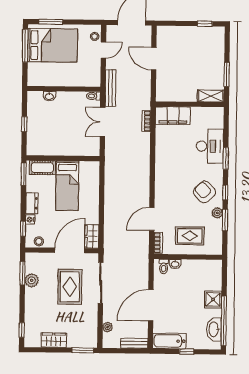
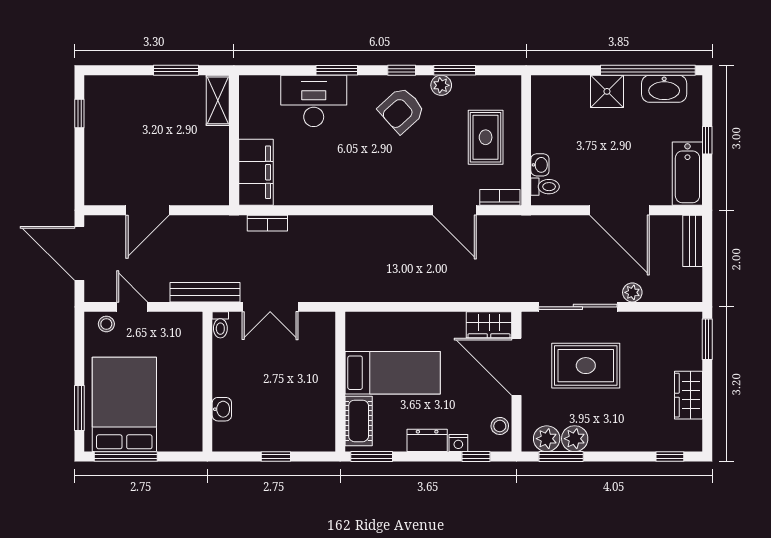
plant: (32, 266) -> (547, 439), added
plant: (108, 327) -> (632, 292), moved

